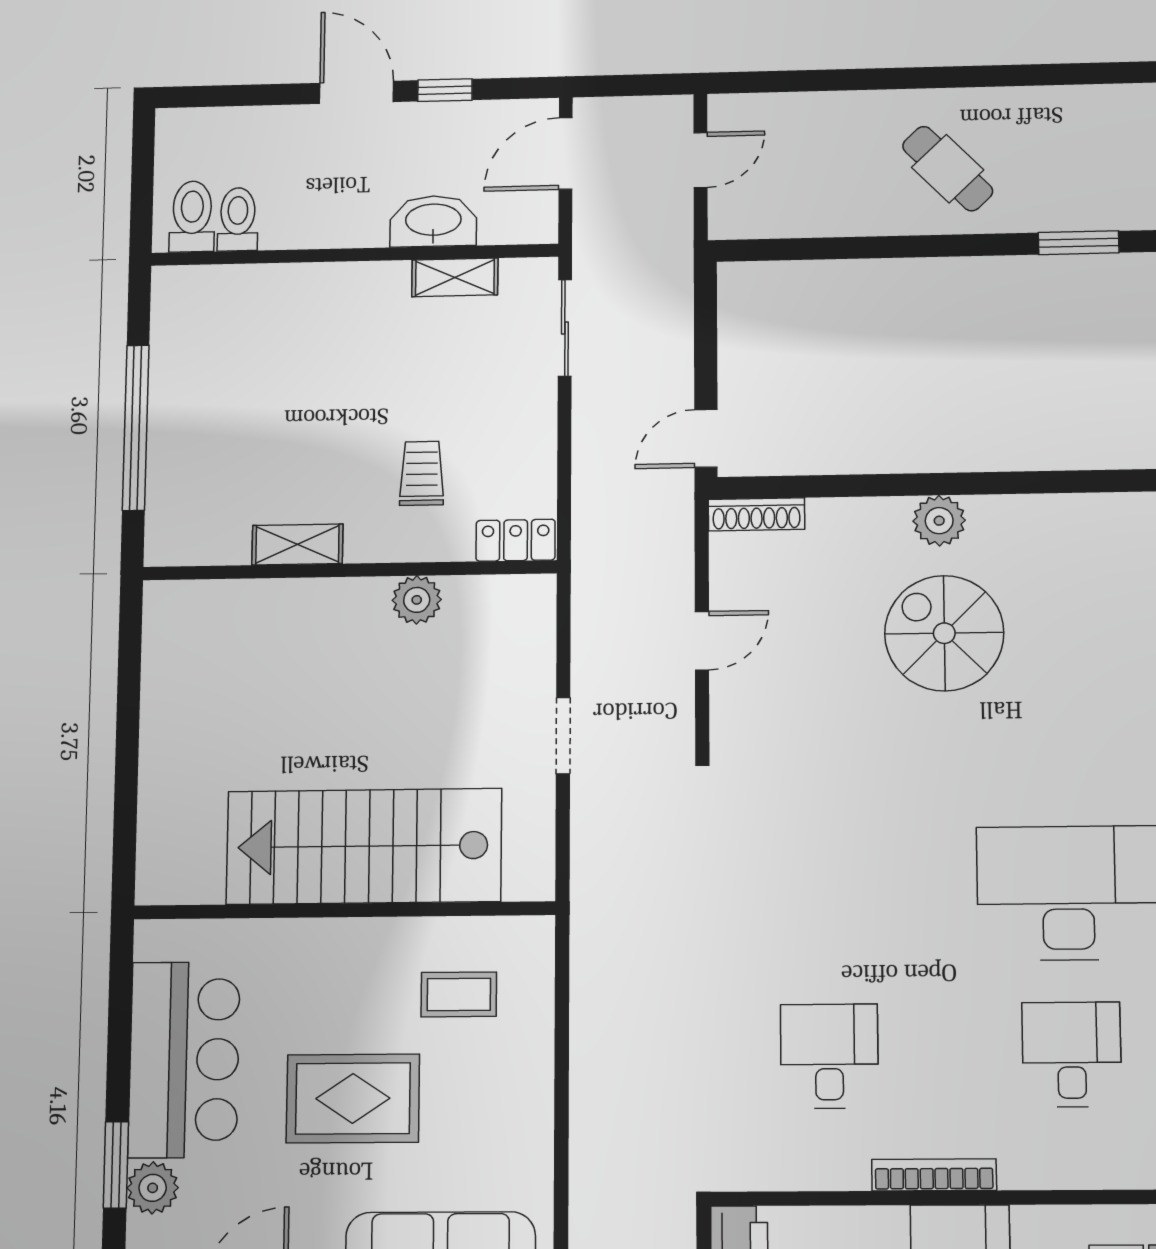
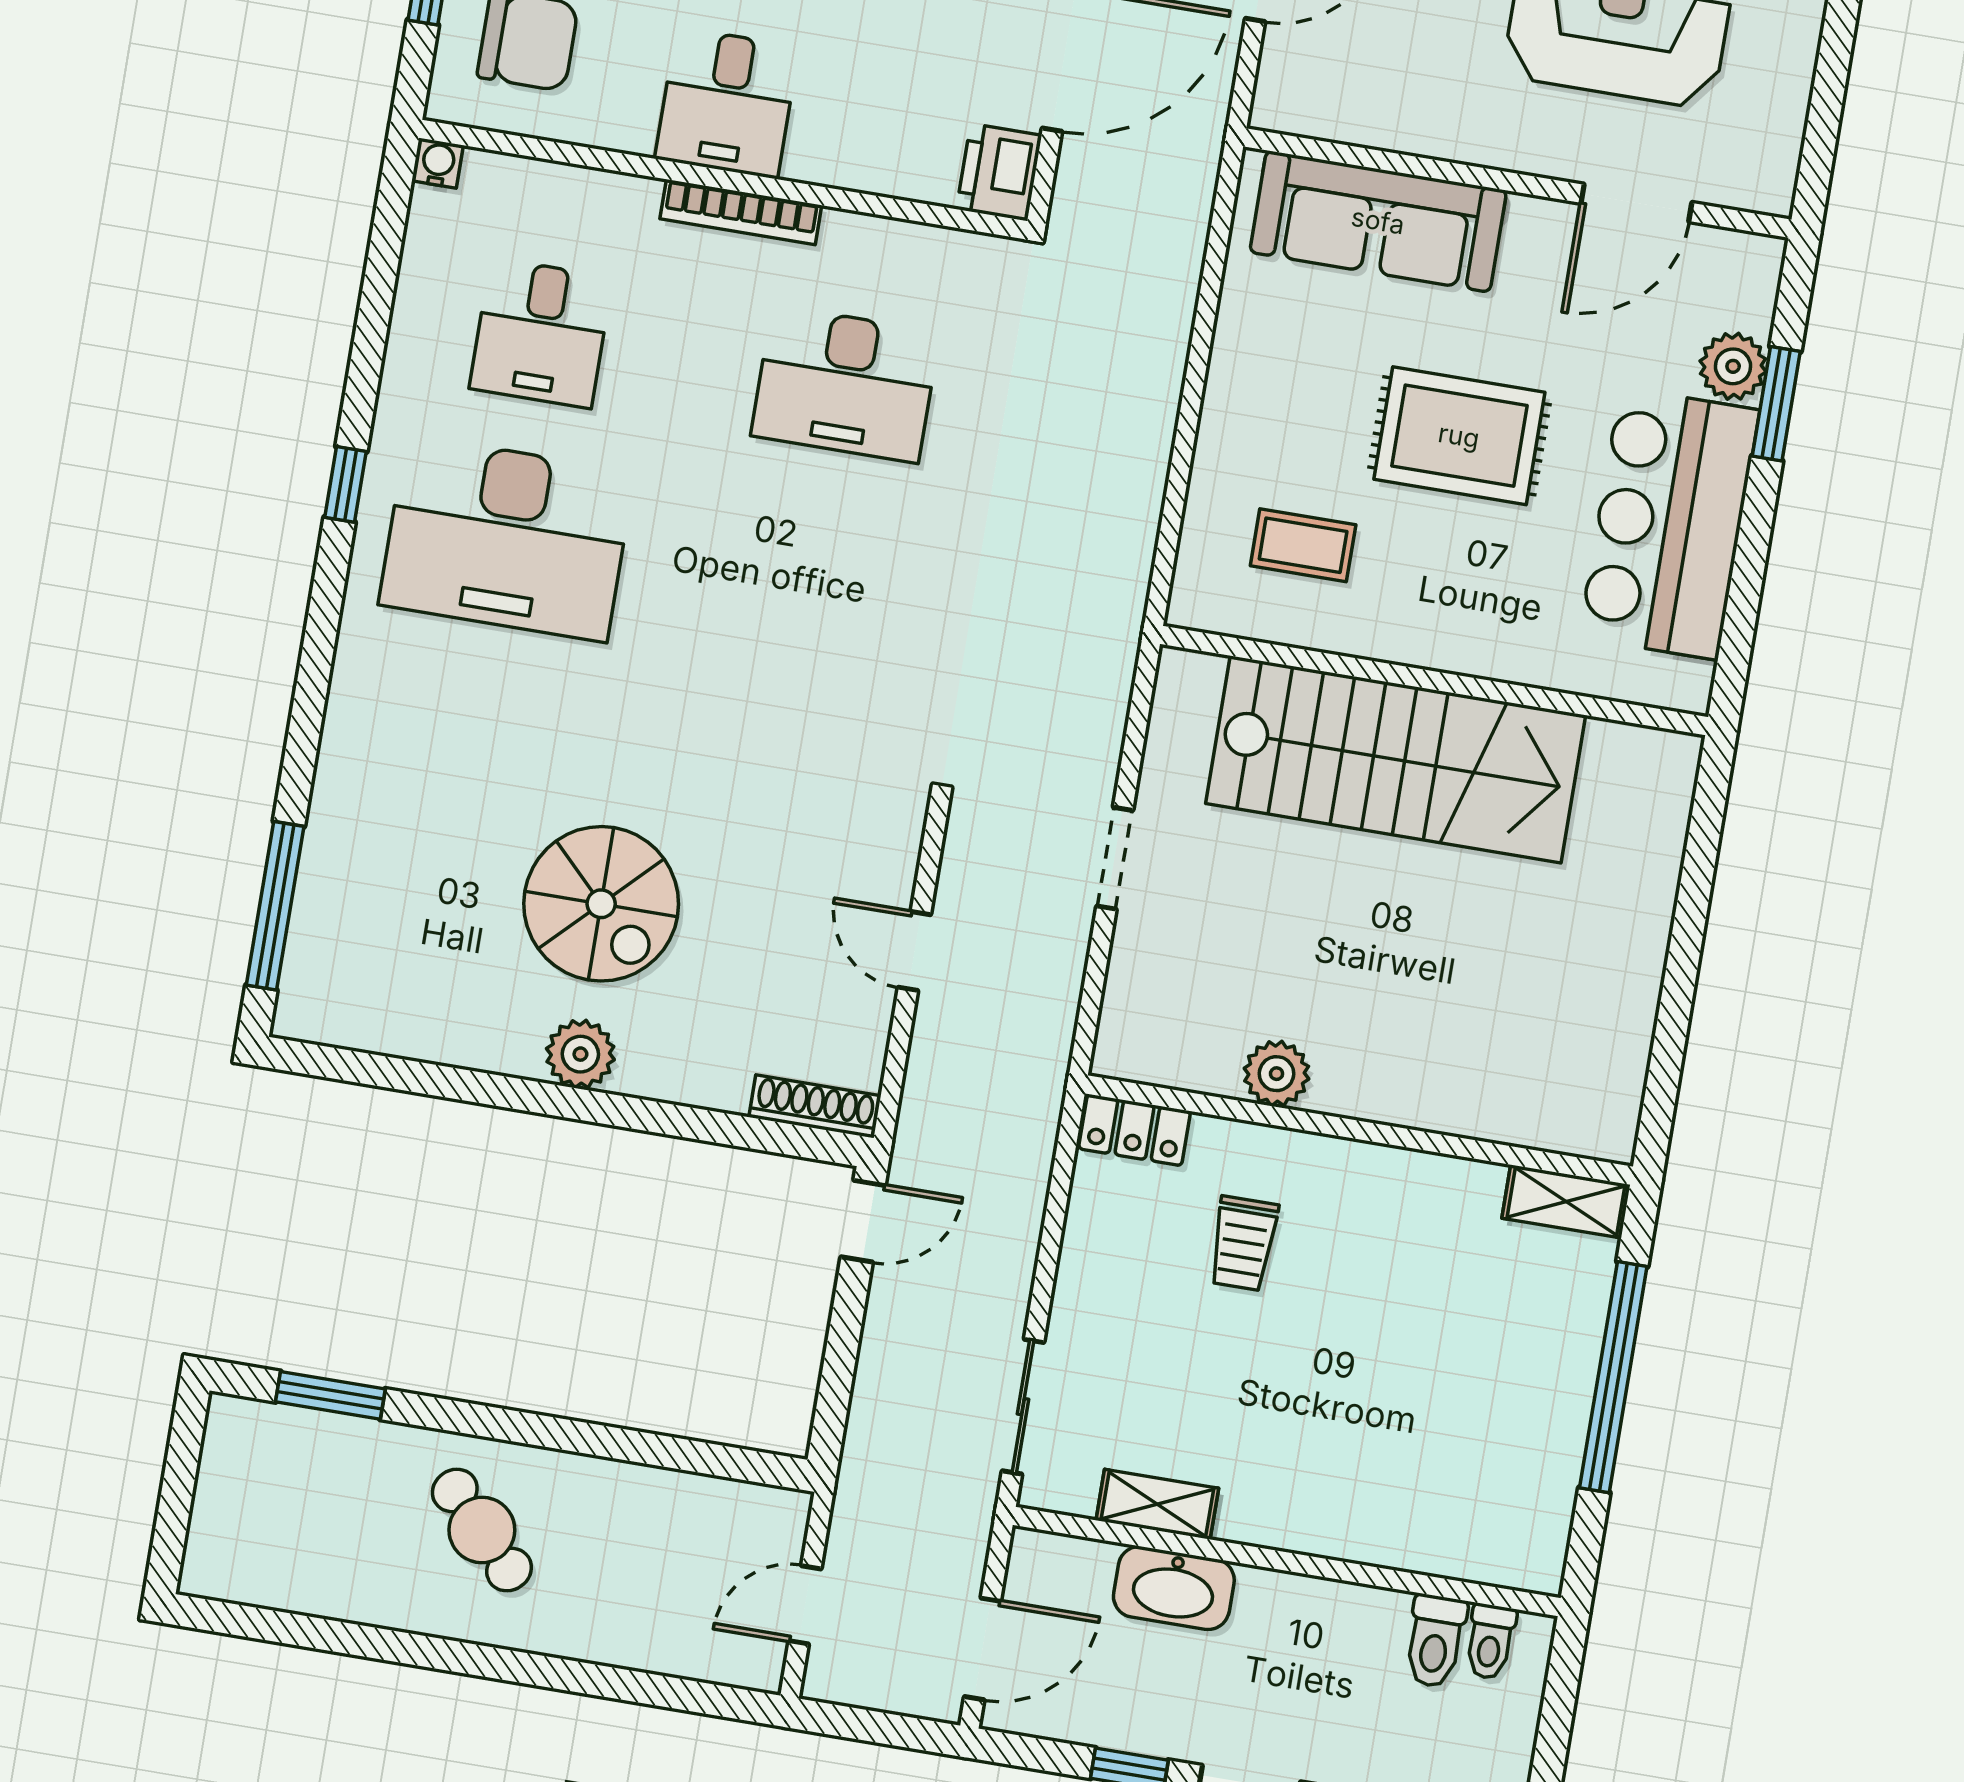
toilet: (192, 217) -> (1490, 1642), width x0.73, depth x0.72
shelving: (297, 544) -> (1566, 1201), moved
door: (702, 641) -> (914, 951), hinge flipped
desk: (829, 1056) -> (845, 384), width x1.37

